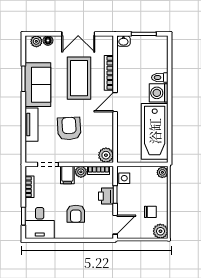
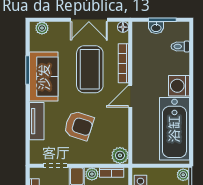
floor lamp: (48, 40) -> (123, 27), moved
washbasin: (123, 41) -> (156, 28), moved
toilet: (160, 78) -> (180, 46), moved
armchair: (69, 129) -> (79, 126), turned 111

